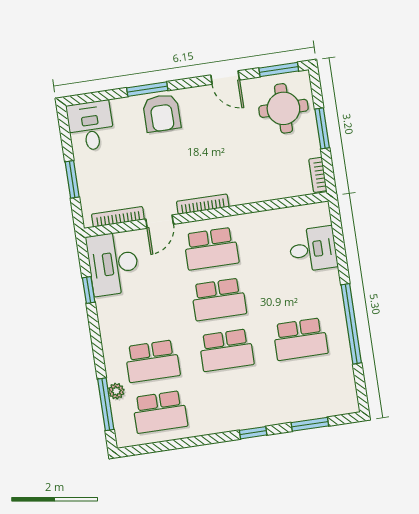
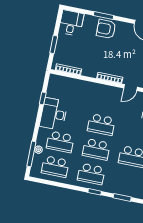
armchair: (162, 113) -> (106, 29), turned 90
door: (160, 222) -> (130, 88), moved
school desk: (211, 249) -> (91, 174), moved
desk: (113, 264) -> (54, 114), moved

